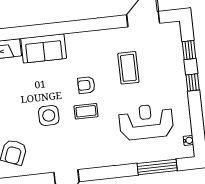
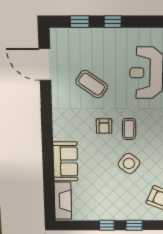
coffee table: (128, 68) -> (92, 84), turned 35
side table: (49, 115) -> (129, 163), turned 38

